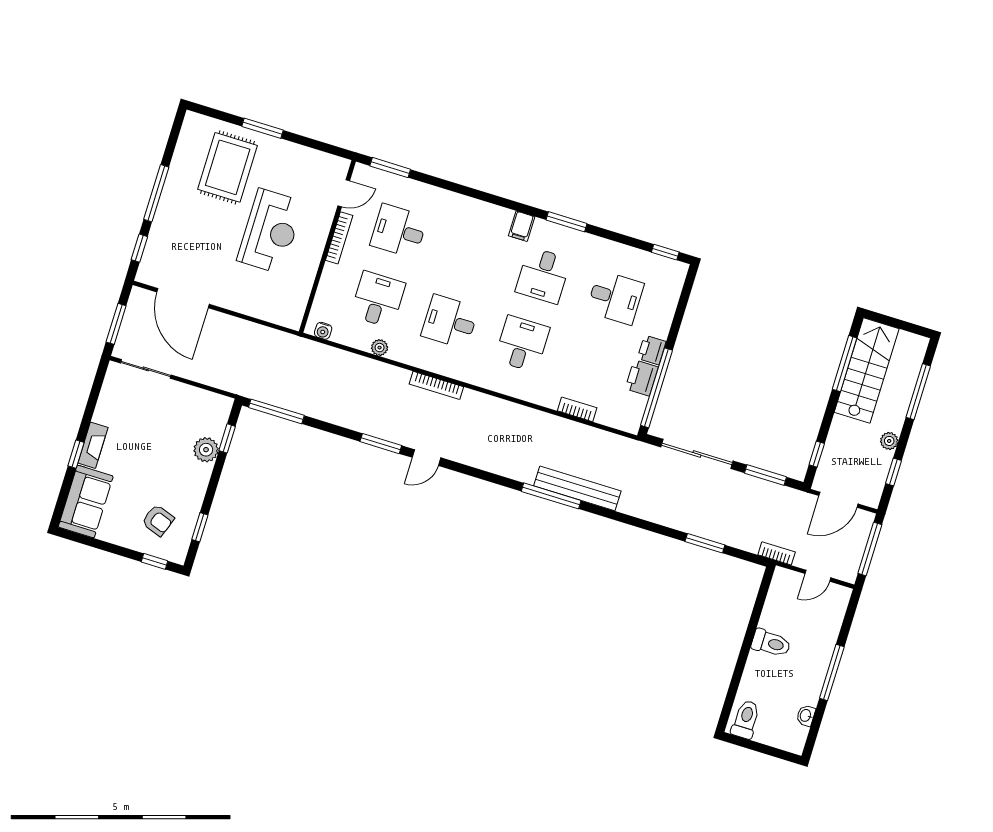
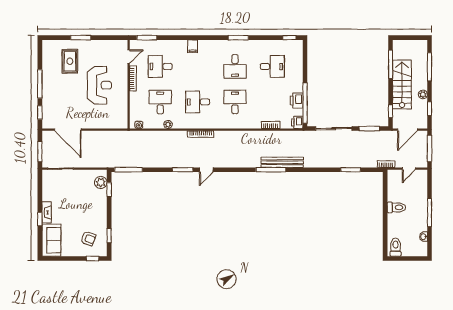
rug: (228, 167) -> (70, 61), width x0.73, depth x0.70
filing cabinet: (522, 226) -> (193, 46), moved
printer: (652, 350) -> (297, 122), moved
stairs: (867, 370) -> (402, 84), moved
plant: (206, 450) -> (101, 182), moved

